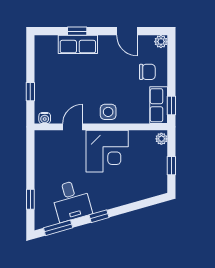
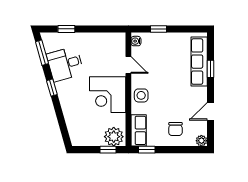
row of seats: (78, 44) -> (199, 62), width x1.48
row of seats: (159, 105) -> (139, 130), moved, turned 90
plant: (161, 139) -> (114, 137), width x1.88, depth x1.88
window: (171, 166) -> (108, 150), moved

